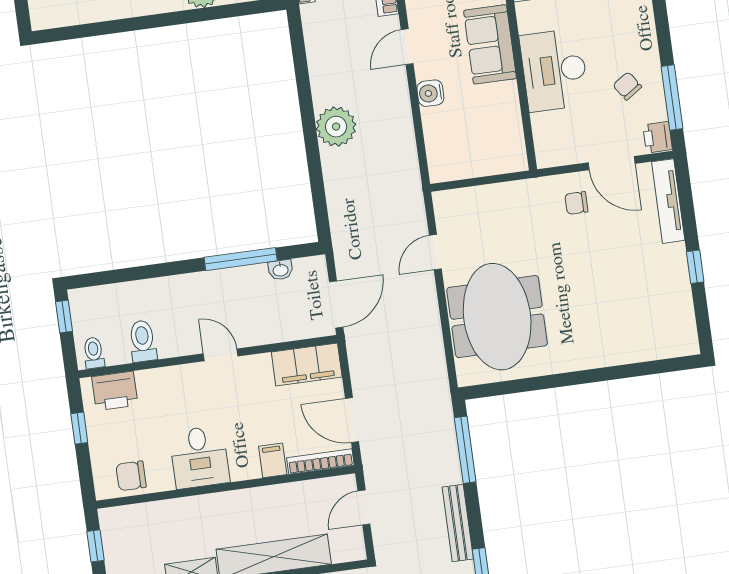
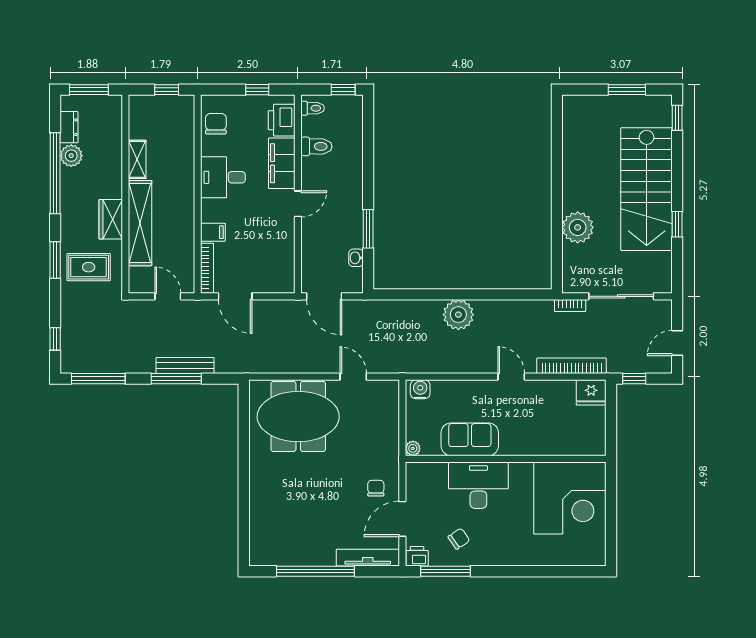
sofa: (490, 44) -> (470, 439), moved
water cooler: (430, 93) -> (420, 389), moved
plant: (518, 162) -> (413, 448), added
window: (241, 259) -> (368, 229), width x0.69
window: (695, 267) -> (315, 571), width x3.17
filing cabinet: (307, 365) -> (282, 163), moved
door: (352, 420) -> (235, 296), swing flipped
window: (465, 450) -> (176, 379), moved
bench: (458, 523) -> (185, 365), moved

